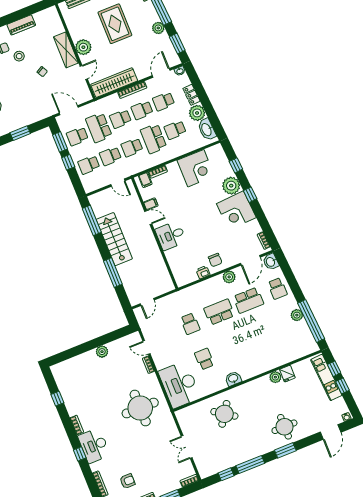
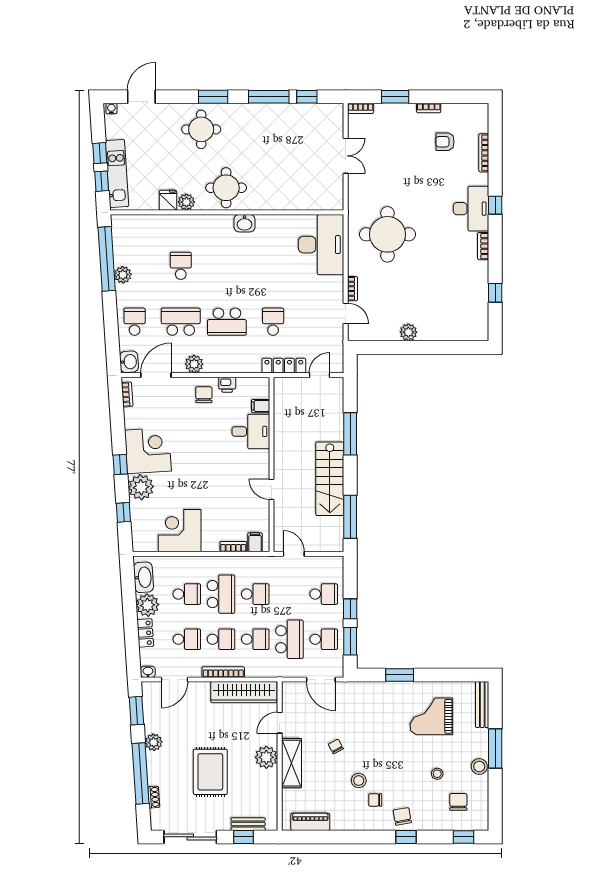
piano: (21, 25) -> (310, 822), moved
school desk: (110, 156) -> (289, 594), removed
filing cabinet: (151, 204) -> (261, 406), moved
desk: (171, 236) -> (251, 431), moved
locker: (172, 299) -> (284, 366), added
school desk: (204, 359) -> (181, 266), moved, turned 180
round table: (224, 414) -> (226, 188), moved, turned -34

